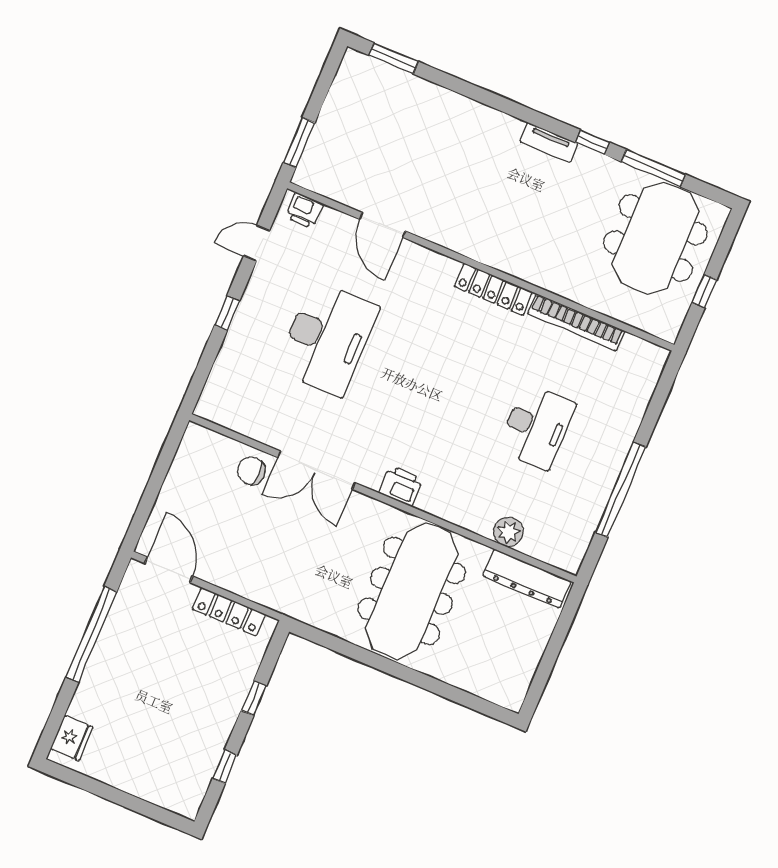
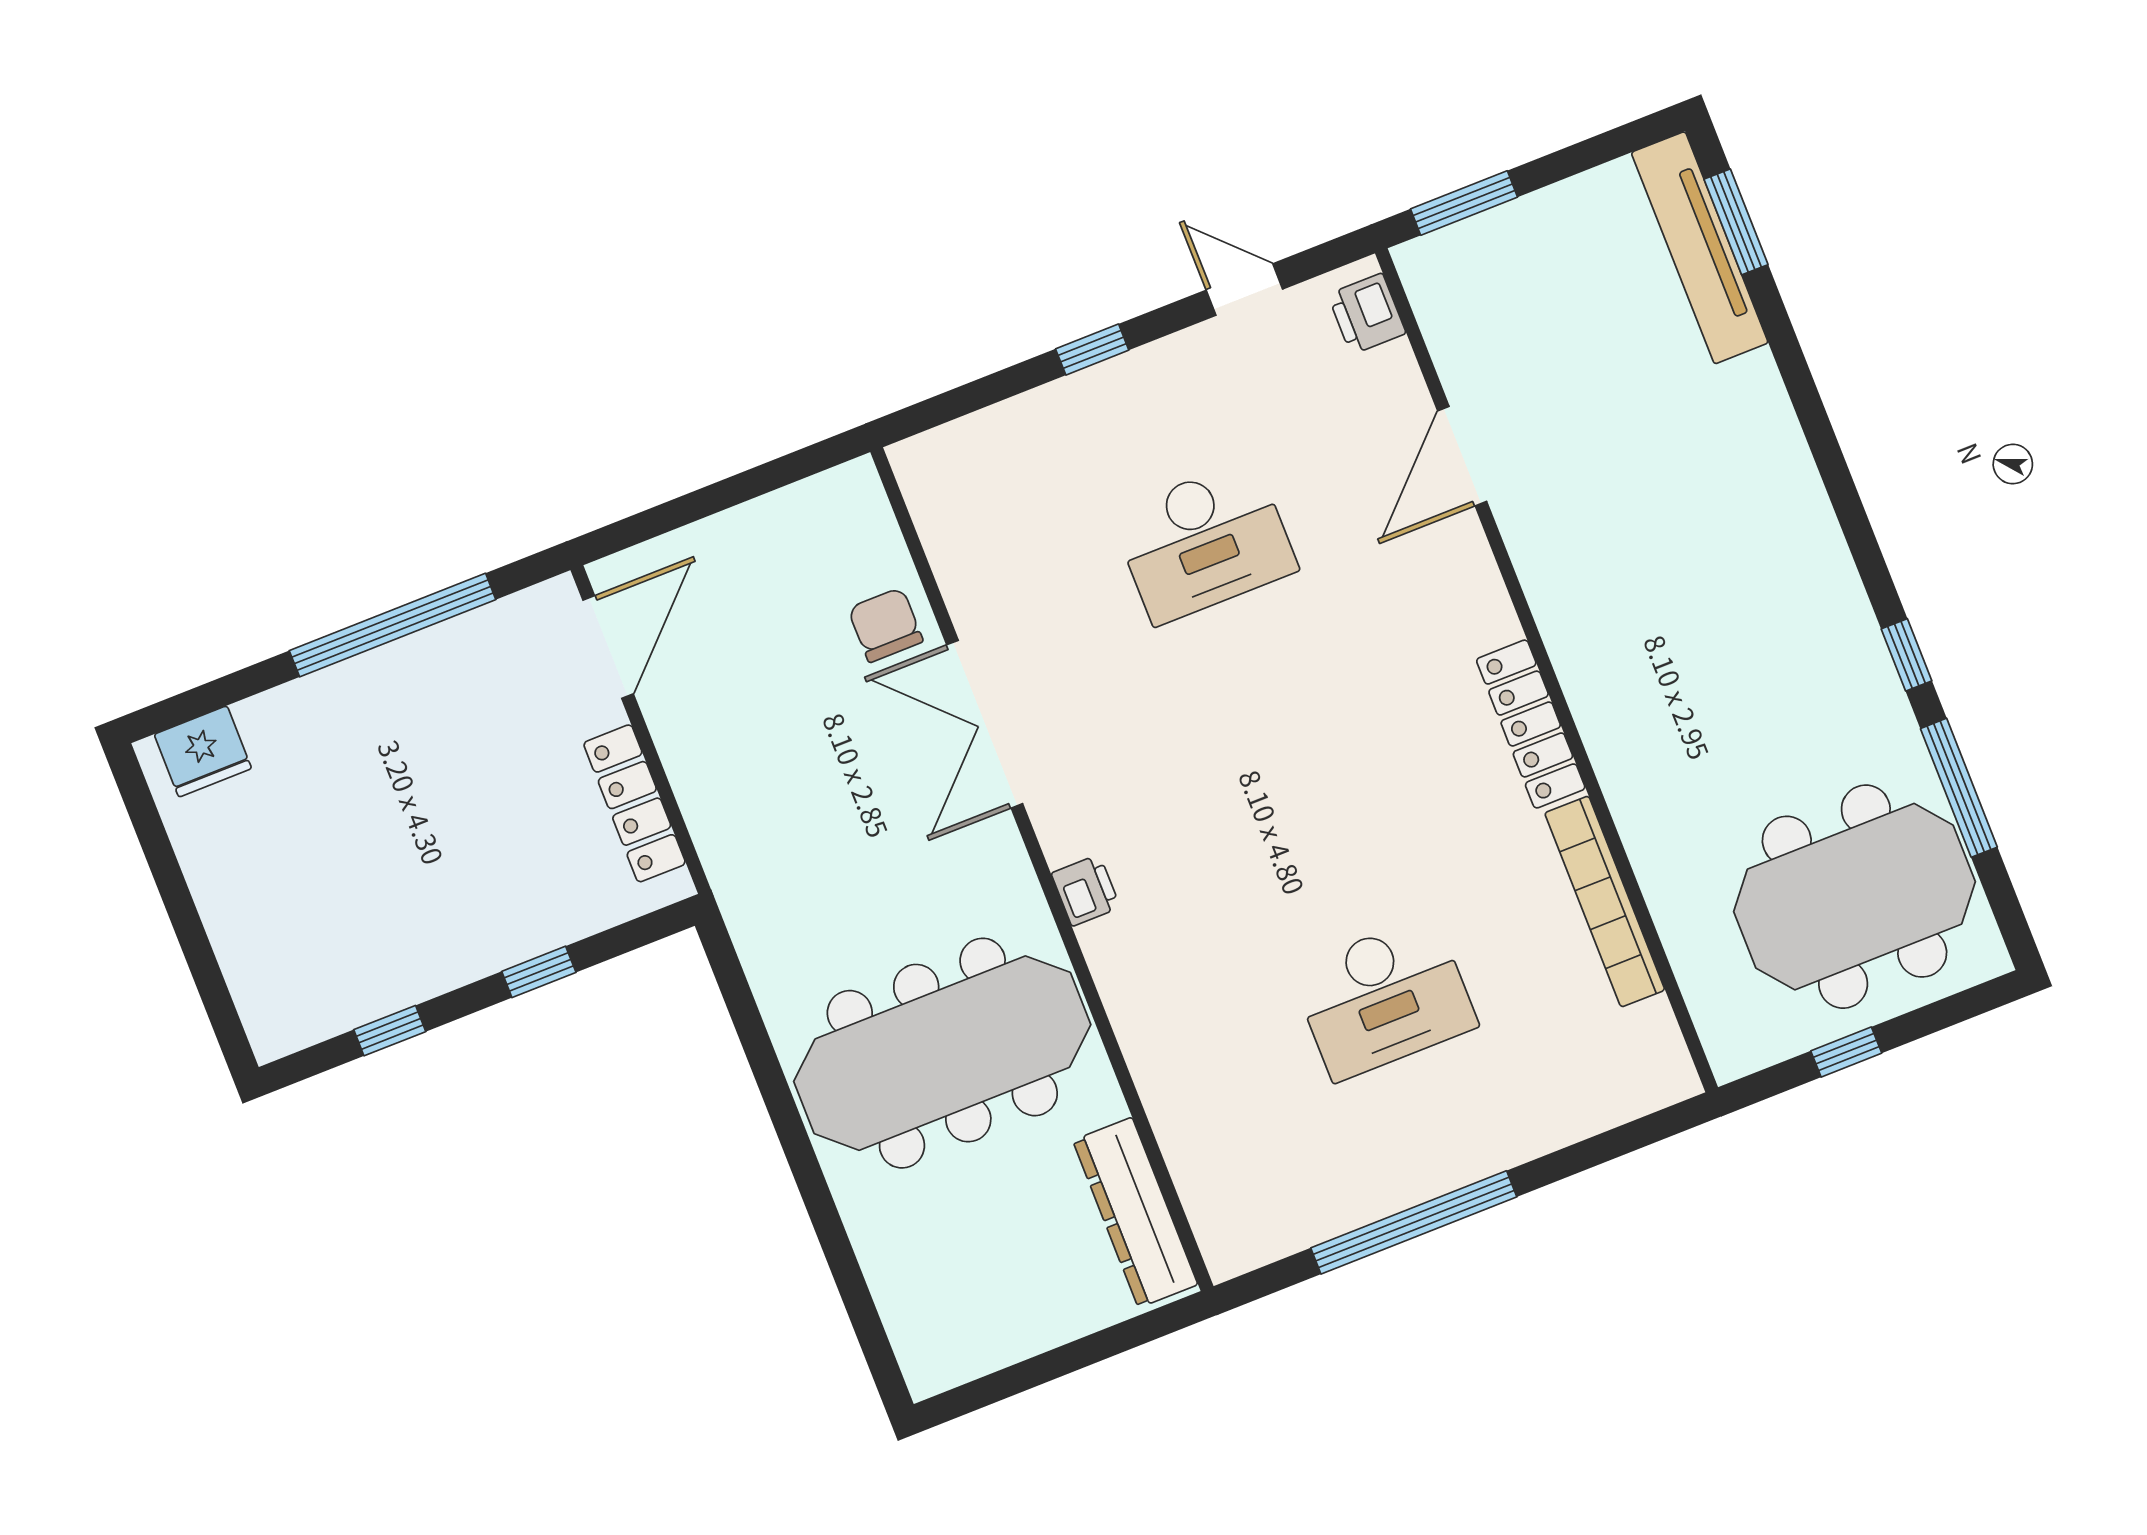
tv unit: (549, 142) -> (1700, 248), moved, width x1.92, depth x1.29
desk: (327, 338) -> (1204, 542), width x0.73, depth x0.77
printer: (401, 486) -> (1086, 890), width x0.73, depth x0.81
plant: (508, 532) -> (1179, 1114), removed

